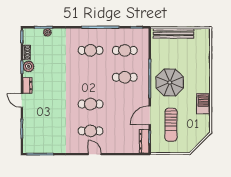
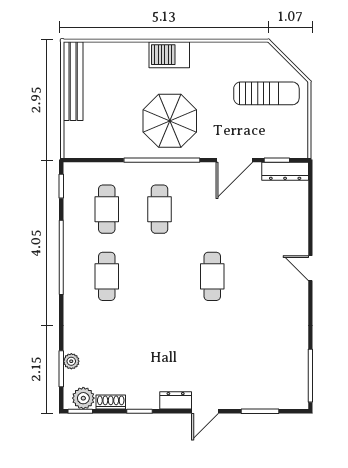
bench: (173, 33) -> (73, 81), moved
plant: (29, 66) -> (83, 398), moved
barbecue: (203, 104) -> (169, 55), moved
door: (150, 115) -> (234, 160), hinge flipped
sun lounger: (171, 125) -> (266, 93), moved
cafe table: (91, 131) -> (265, 276), removed
door: (95, 154) -> (310, 268), hinge flipped

